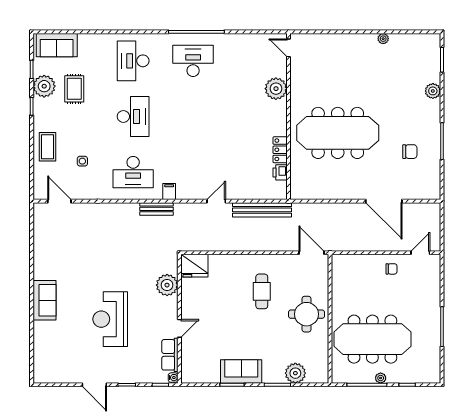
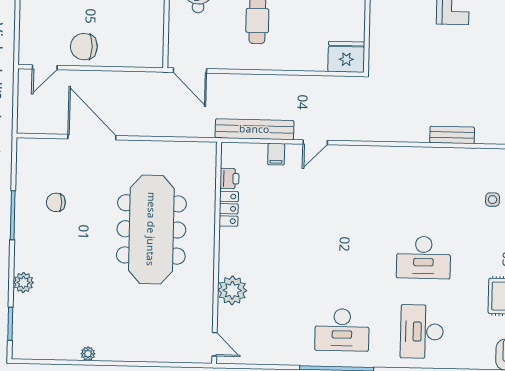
desk: (133, 61) -> (422, 332), turned 180
desk: (133, 116) -> (423, 258), turned -90
meeting table: (338, 133) -> (151, 229), turned 90
desk: (133, 172) -> (425, 183), removed
filing cabinet: (169, 192) -> (276, 154), moved
bench: (156, 209) -> (452, 135), moved
chair: (391, 269) -> (84, 47), width x1.87, depth x1.87
plant: (167, 285) -> (383, 32), removed

